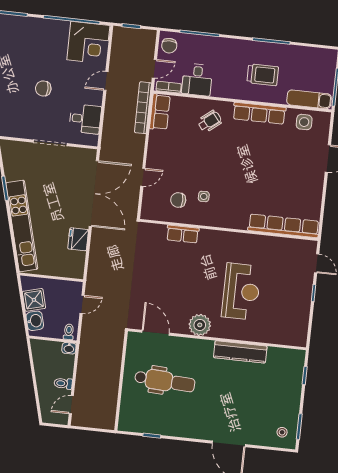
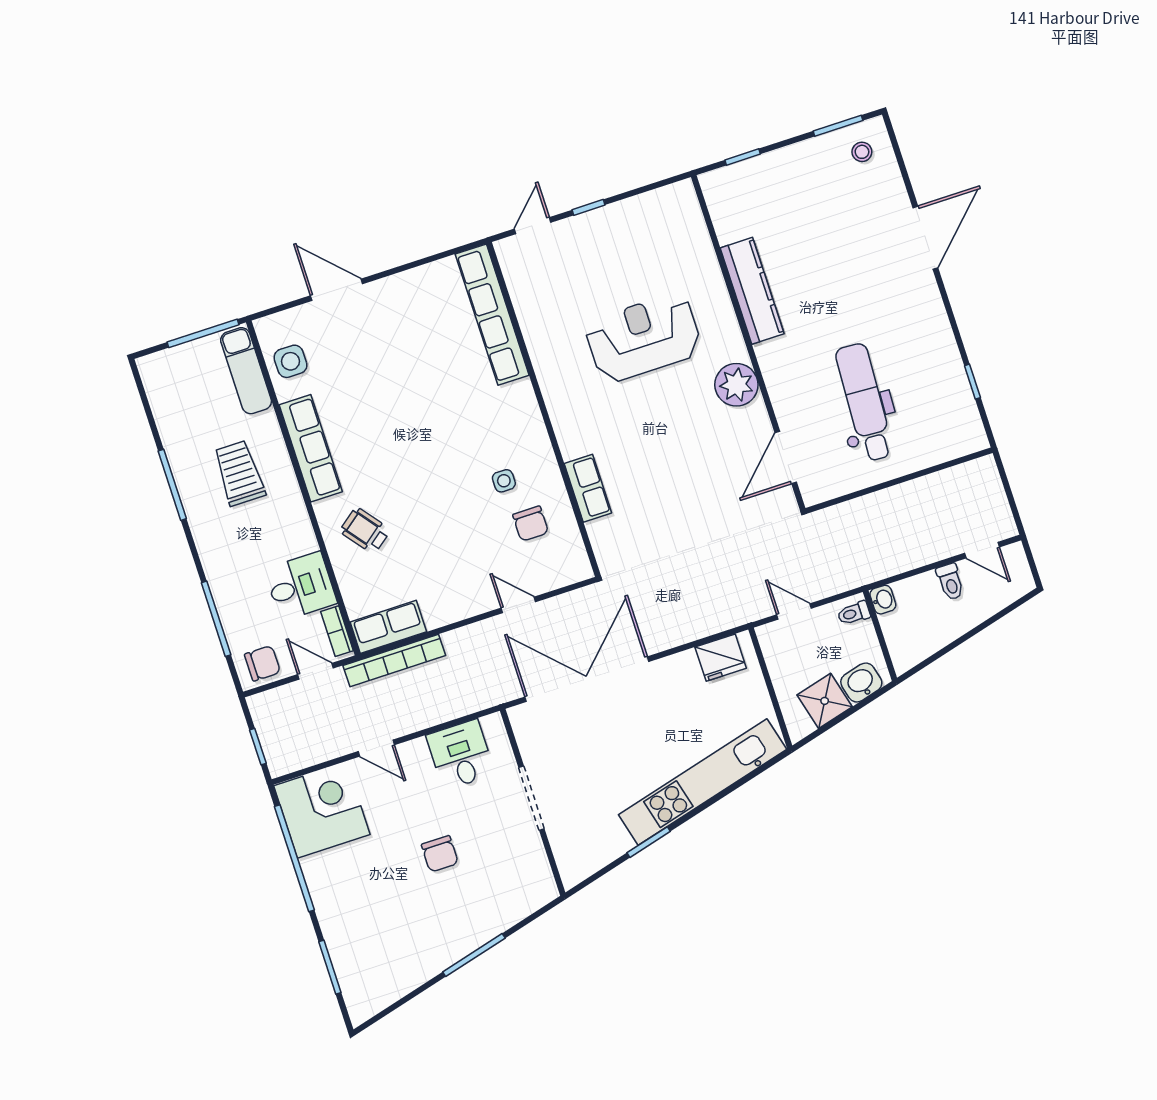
fridge: (78, 239) -> (721, 658), moved

